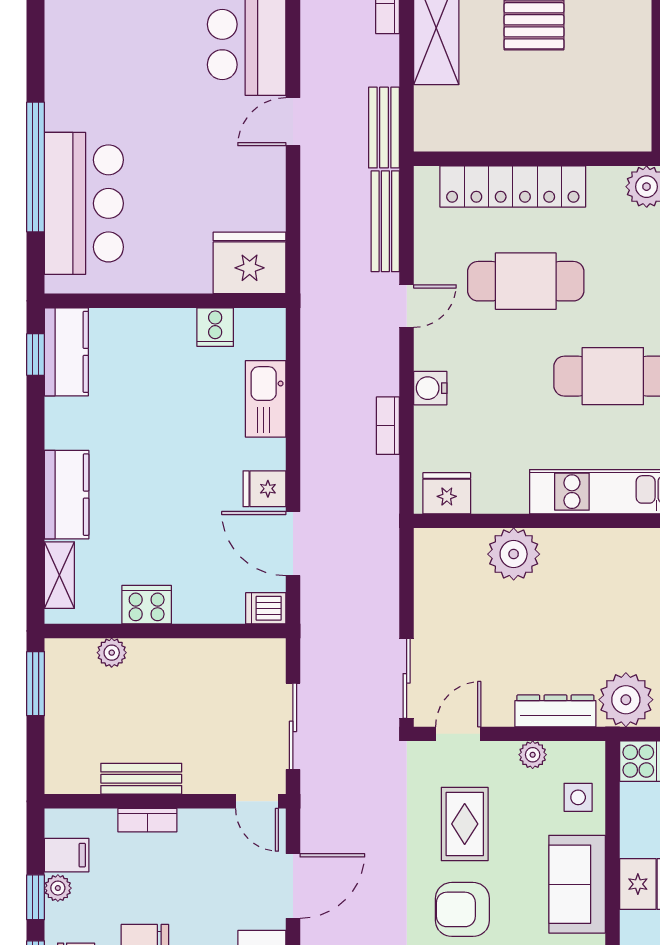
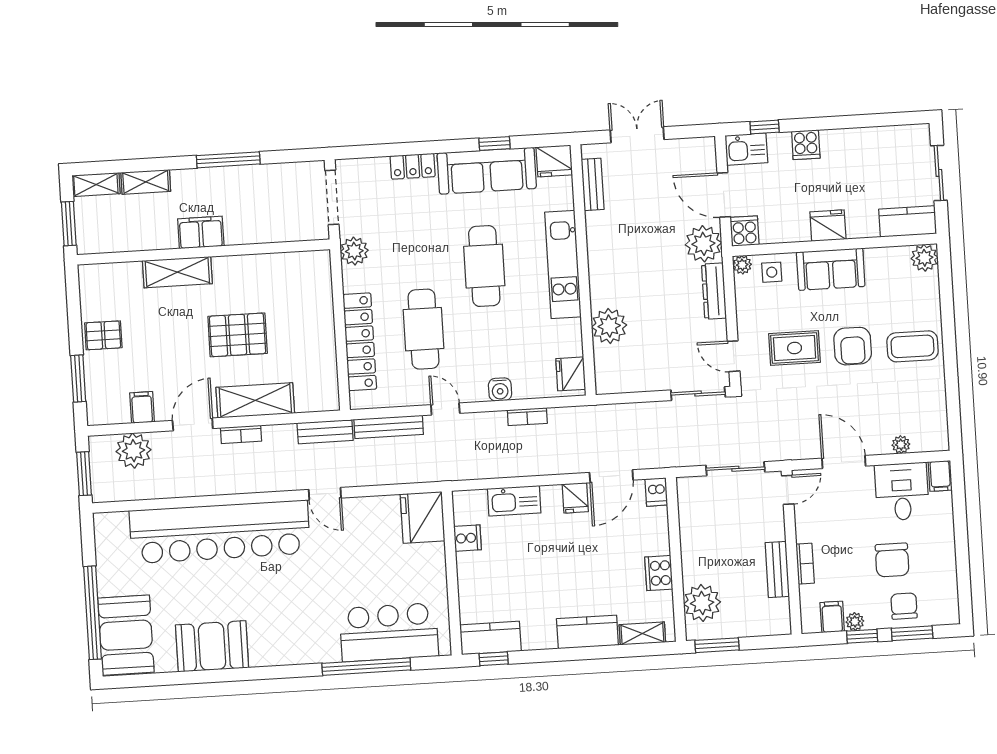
plant: (112, 653) -> (702, 603), width x1.88, depth x1.88
plant: (533, 755) -> (742, 265), moved

